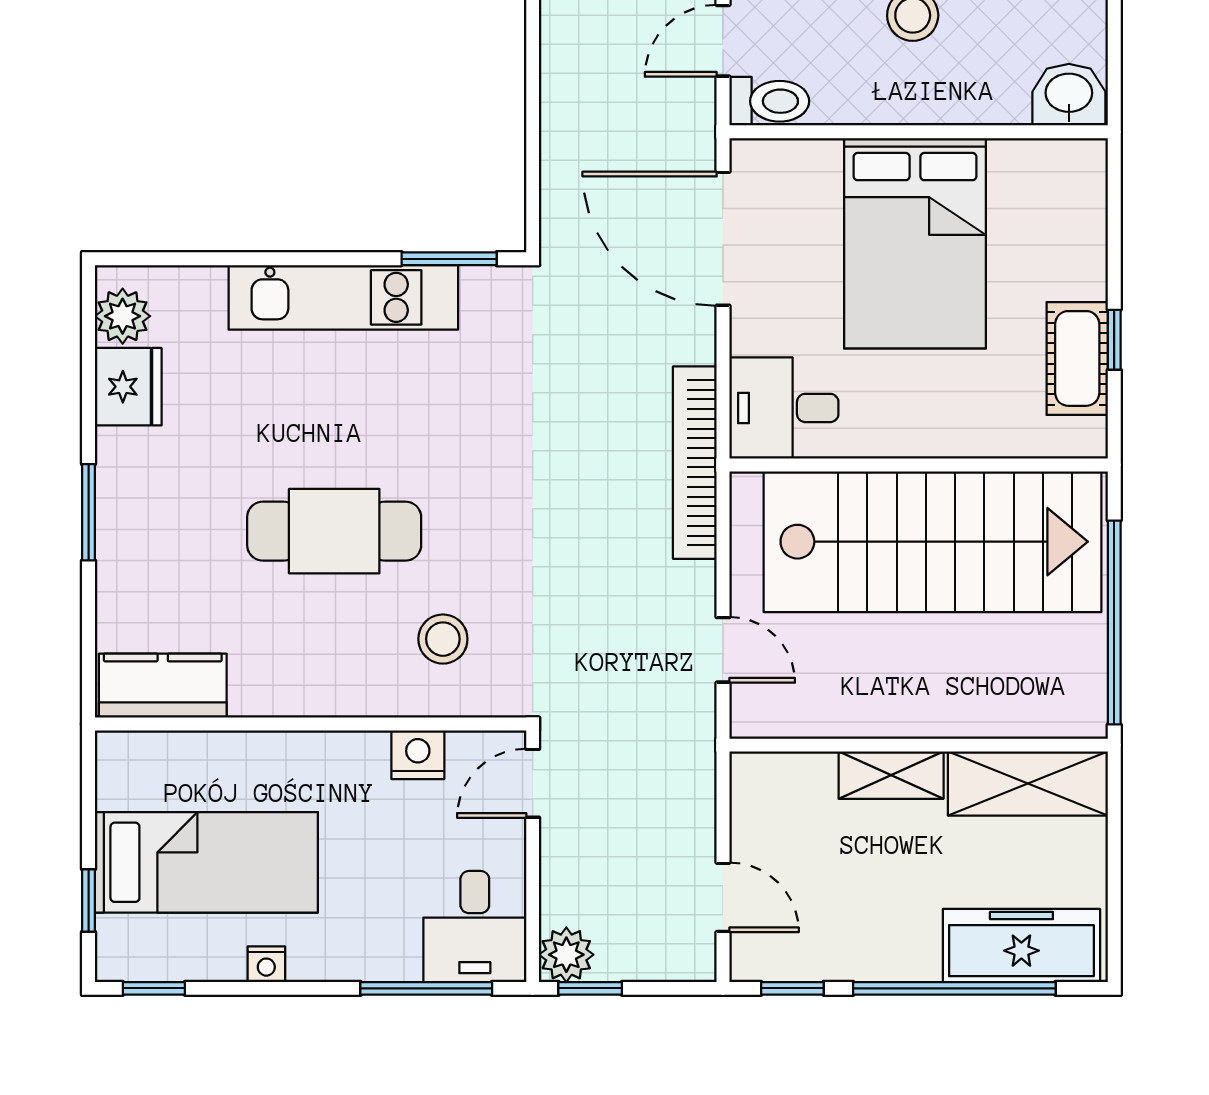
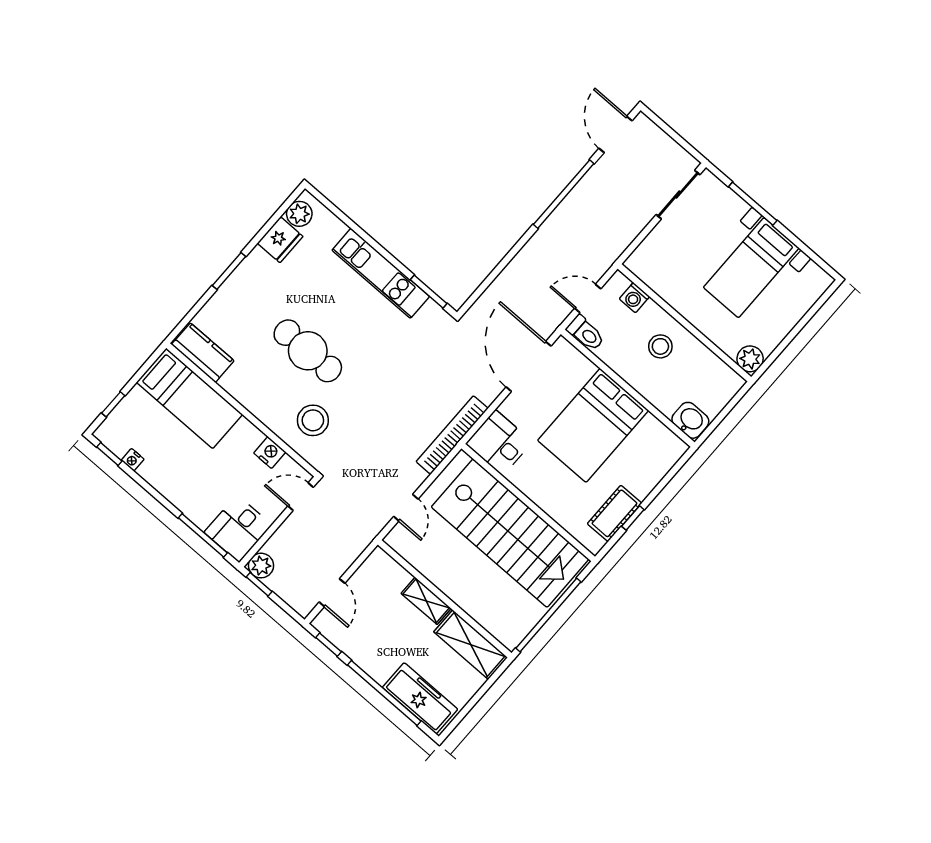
stool: (443, 639) -> (313, 420), width x1.38, depth x1.38
bed: (206, 862) -> (189, 398), moved
nightstand: (266, 964) -> (133, 460), moved

